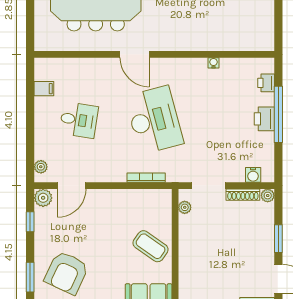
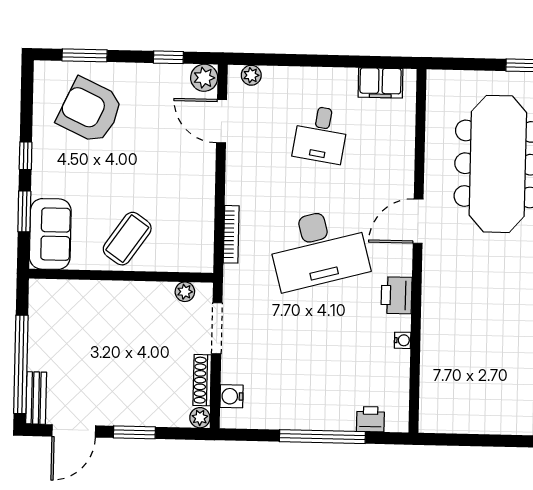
filing cabinet: (44, 89) -> (380, 83), width x2.00
printer: (264, 119) -> (396, 295), moved, turned -90

